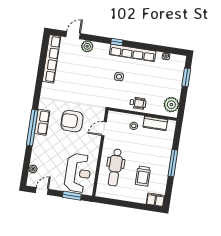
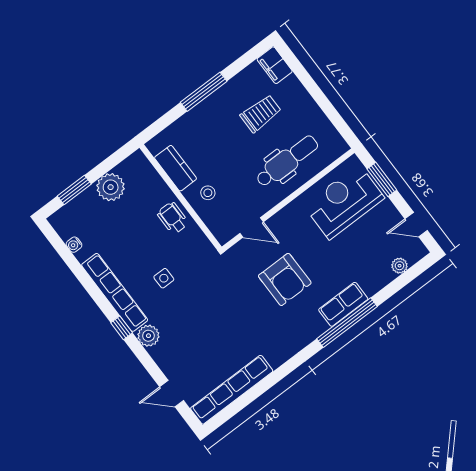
plant: (87, 46) -> (148, 336), moved
plant: (171, 105) -> (111, 187), moved
row of seats: (42, 122) -> (343, 304), moved

